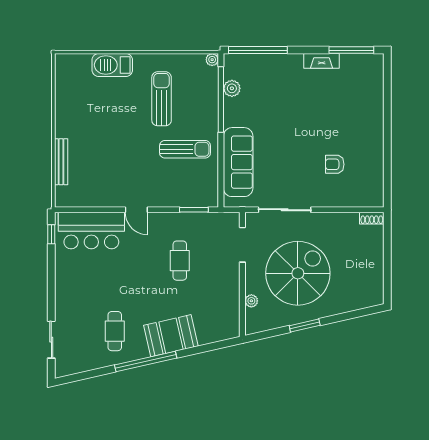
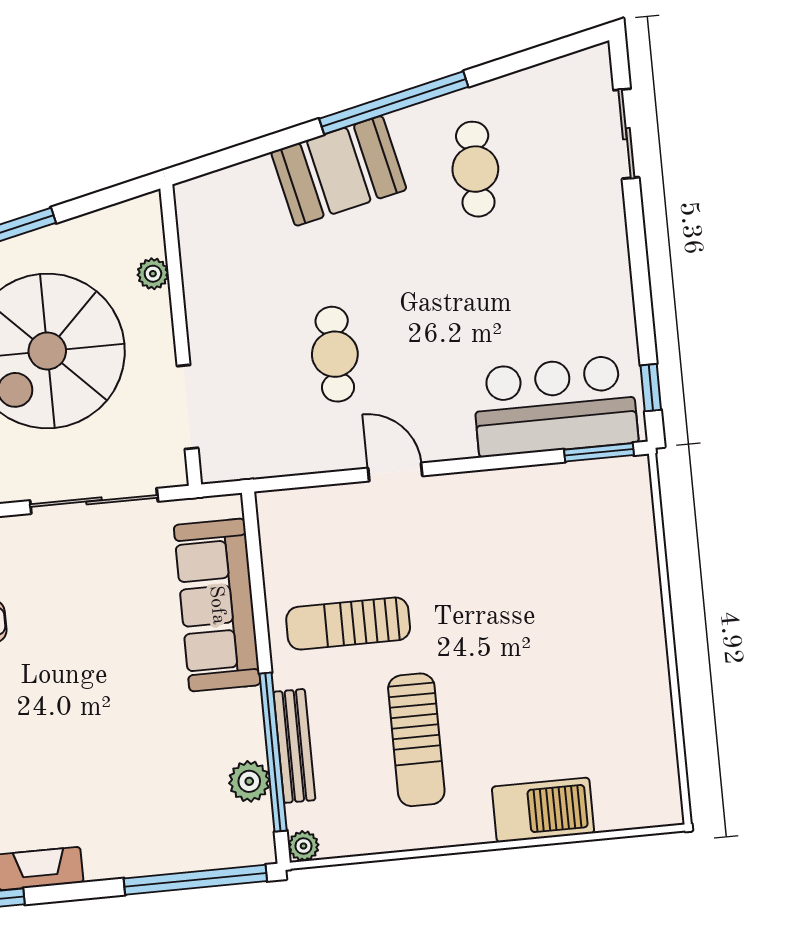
bench: (61, 162) -> (294, 746), moved
door: (136, 210) -> (395, 472), moved
window: (194, 210) -> (599, 452), moved

